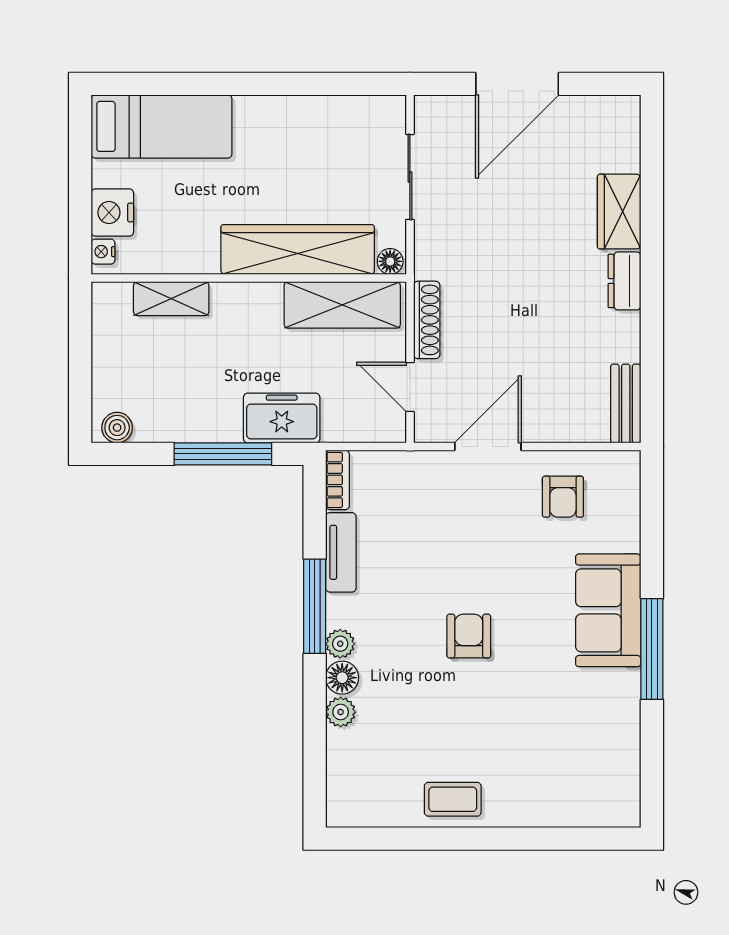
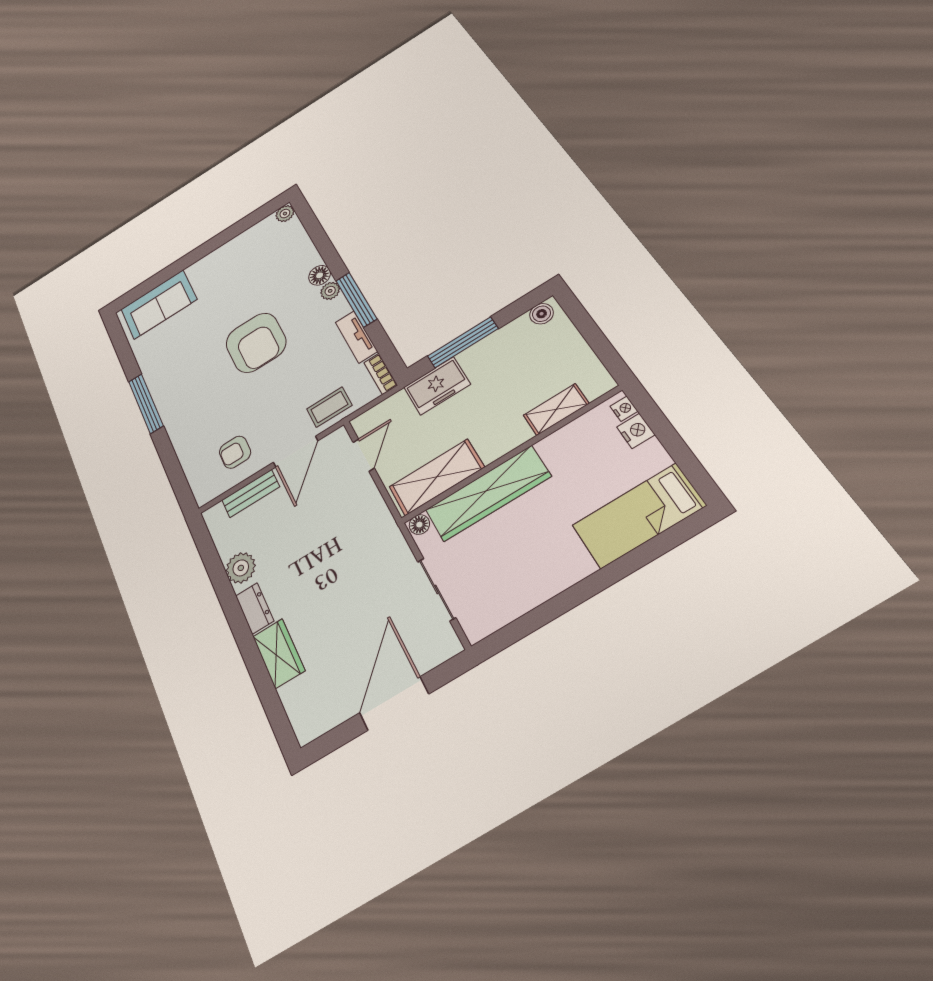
nightstand: (112, 212) -> (636, 431), width x0.74, depth x0.75
shoe rack: (427, 320) -> (374, 503), removed
plant: (620, 340) -> (241, 568), added
door: (410, 387) -> (364, 455), hinge flipped
bench: (626, 403) -> (251, 493), moved, turned 90
armchair: (563, 497) -> (235, 452), turned -90
sofa: (608, 610) -> (159, 304), moved, turned 90
armchair: (469, 636) -> (256, 343), width x1.88, depth x1.88
plant: (341, 712) -> (285, 214), moved
coffee table: (453, 799) -> (329, 407), moved

